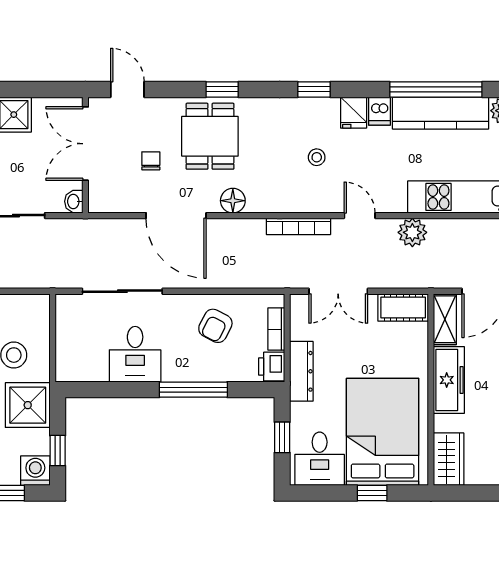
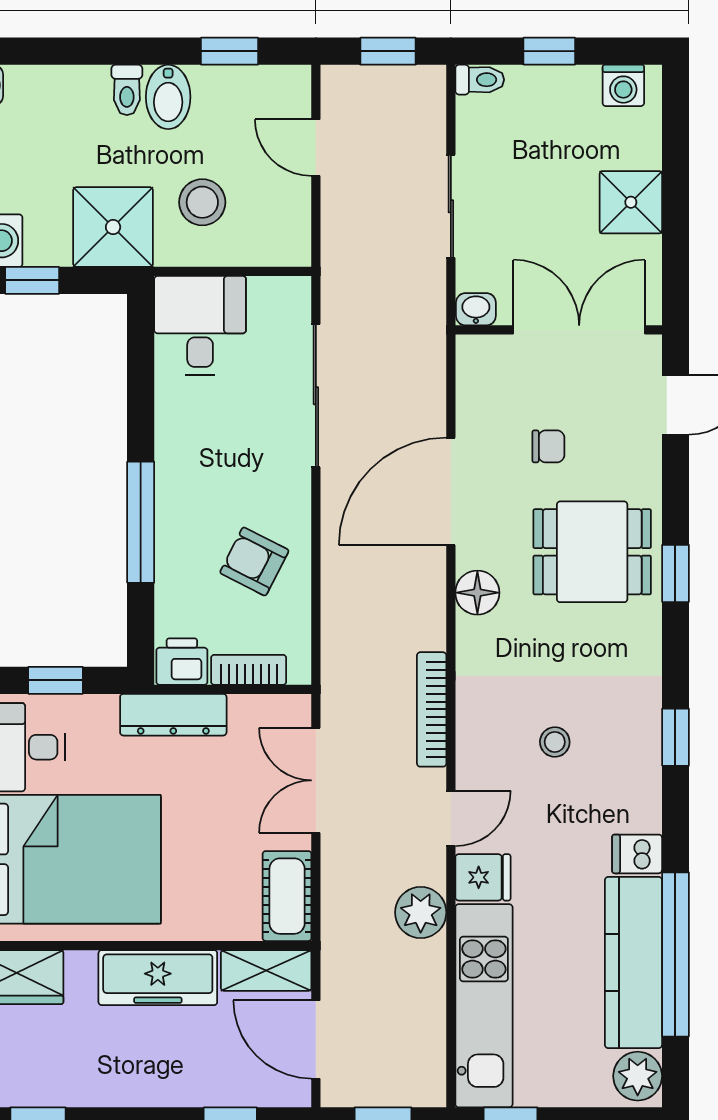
fridge: (354, 113) -> (483, 877), moved, turned 180
desk: (135, 354) -> (200, 325), moved, turned 90

